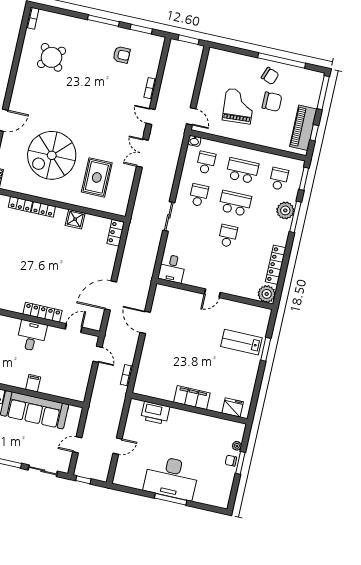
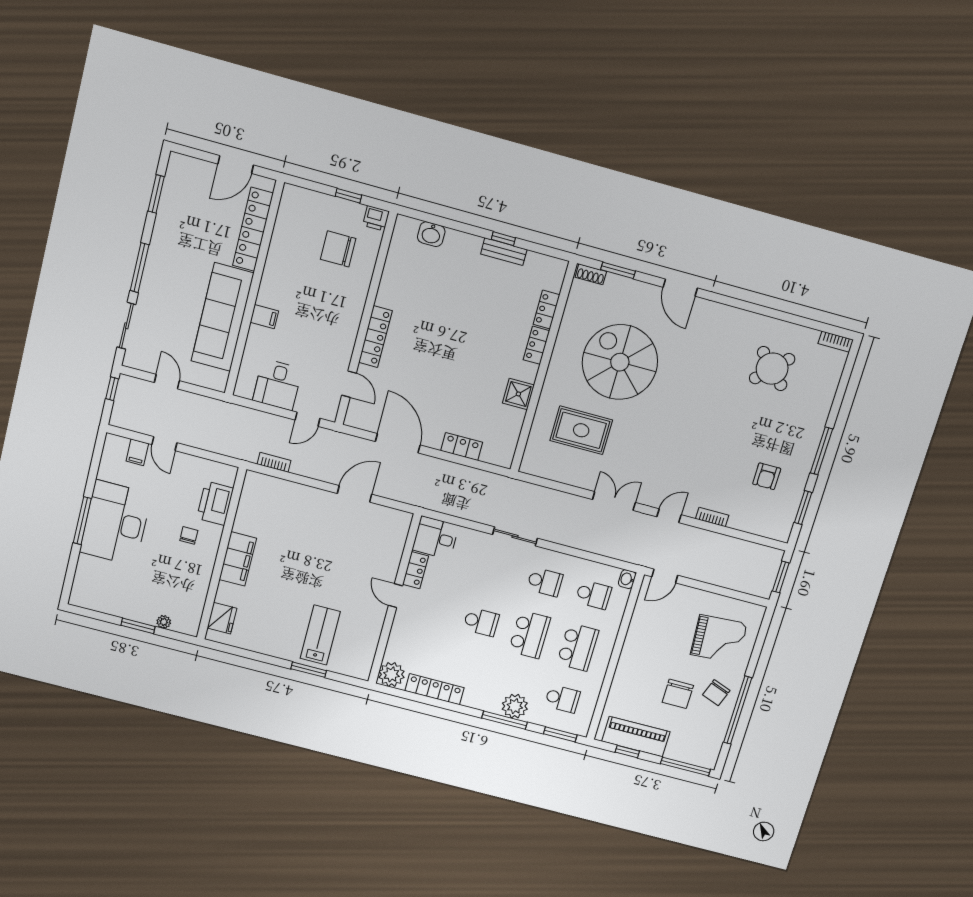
grand piano: (238, 106) -> (719, 639), moved
locker: (116, 233) -> (462, 447), moved
locker: (194, 281) -> (415, 570), added
desk: (32, 336) -> (277, 385), moved, turned 90
chair: (231, 461) -> (189, 535), moved
filing cabinet: (124, 464) -> (137, 452), added

